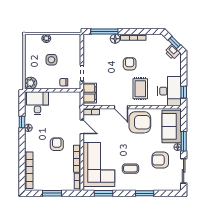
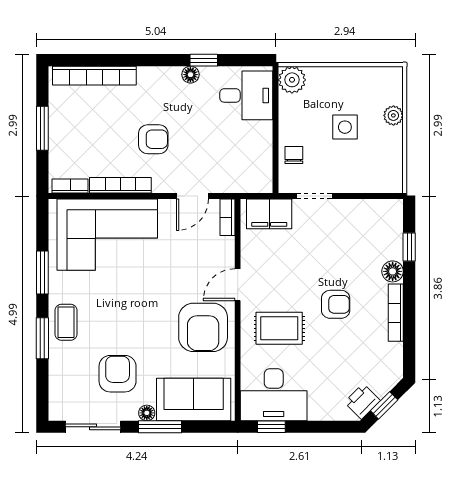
window: (104, 31) -> (409, 247), width x0.46
coffee table: (130, 169) -> (66, 322), moved
window: (104, 193) -> (42, 273), moved

